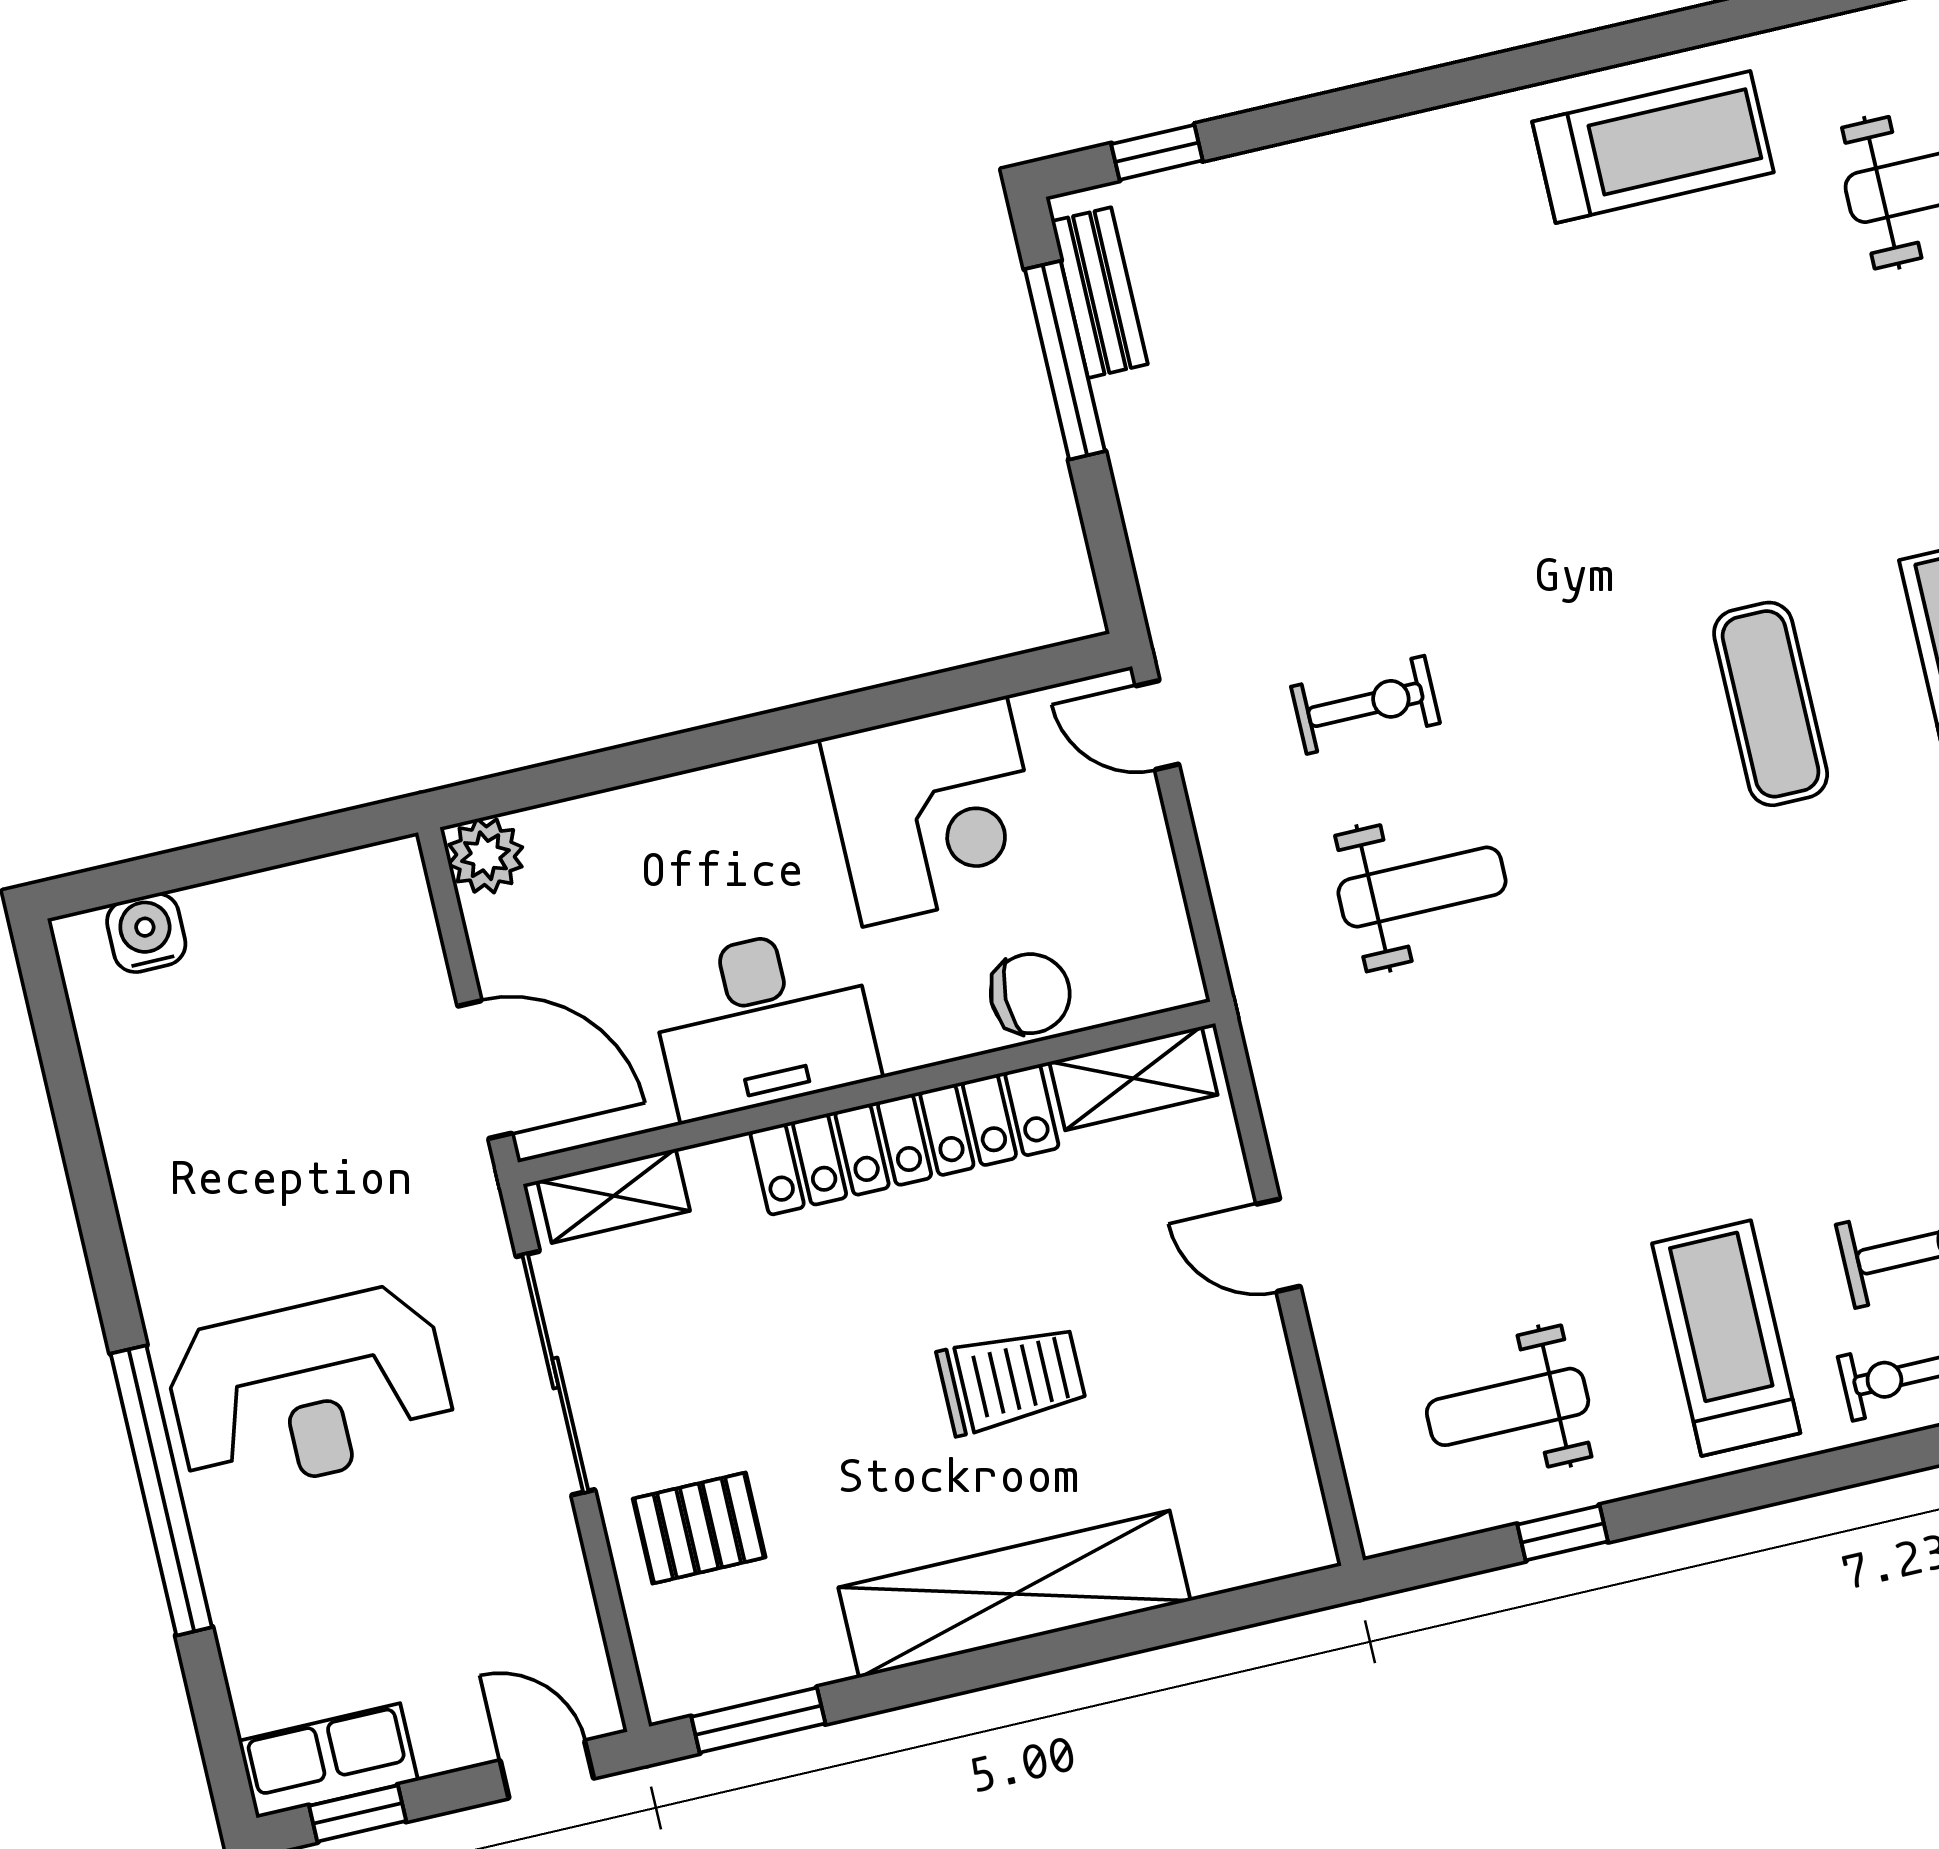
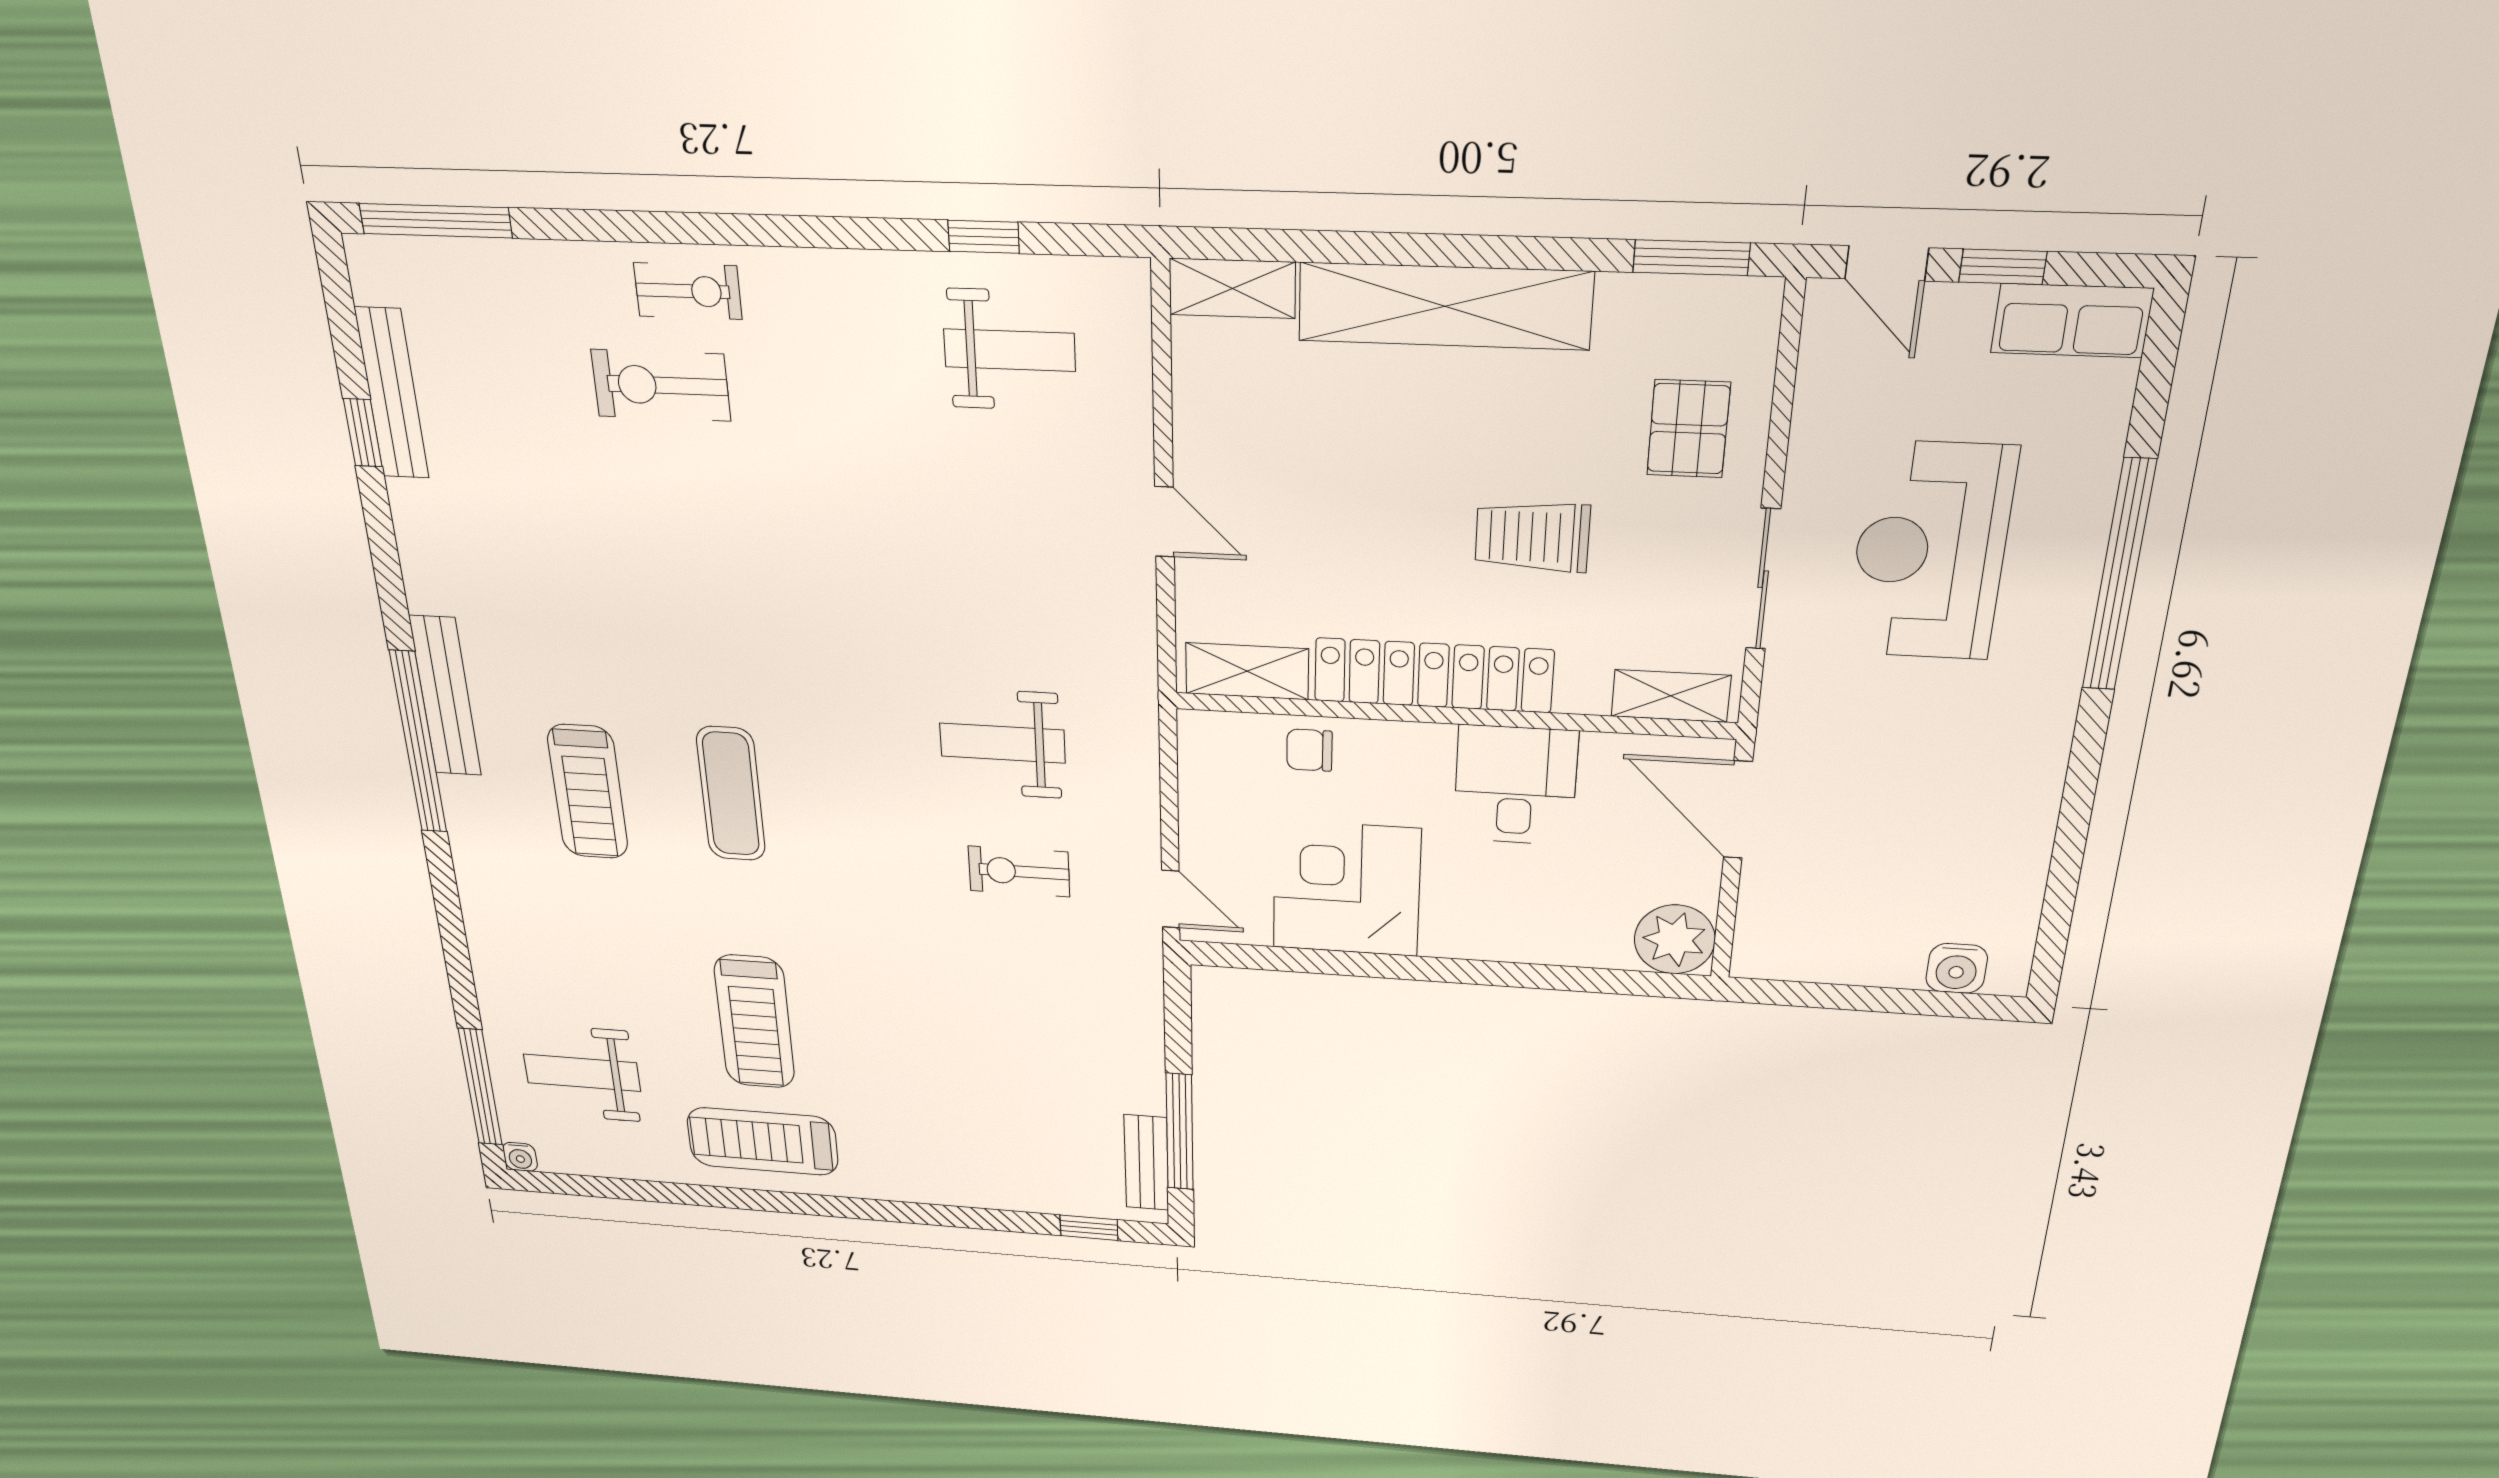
plant: (485, 856) -> (1675, 939), width x1.36, depth x1.36
chair: (1030, 994) -> (1309, 750), width x0.73, depth x0.73
desk: (763, 1022) -> (1515, 785), width x0.73
treadmill: (1726, 1338) -> (754, 1022), moved
sliding door: (555, 1373) -> (1763, 579), width x0.73
trolley: (1011, 1379) -> (1532, 537), moved
reception desk: (310, 1391) -> (1930, 551), moved, turned -90
pallet: (699, 1528) -> (1689, 429), turned 90
shelving: (1261, 1550) -> (1232, 288), added
window: (358, 1813) -> (2003, 267), moved

